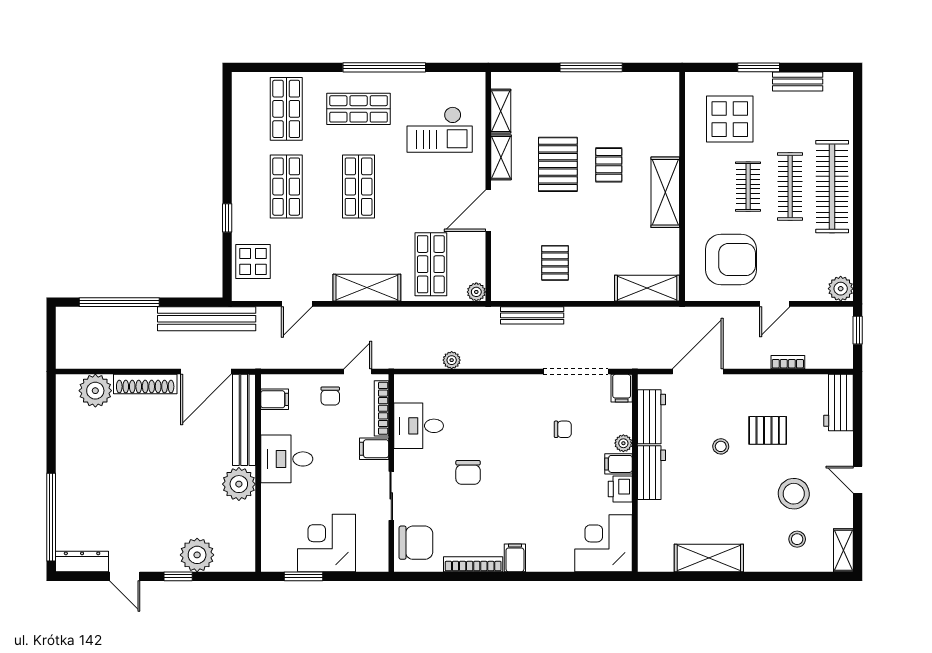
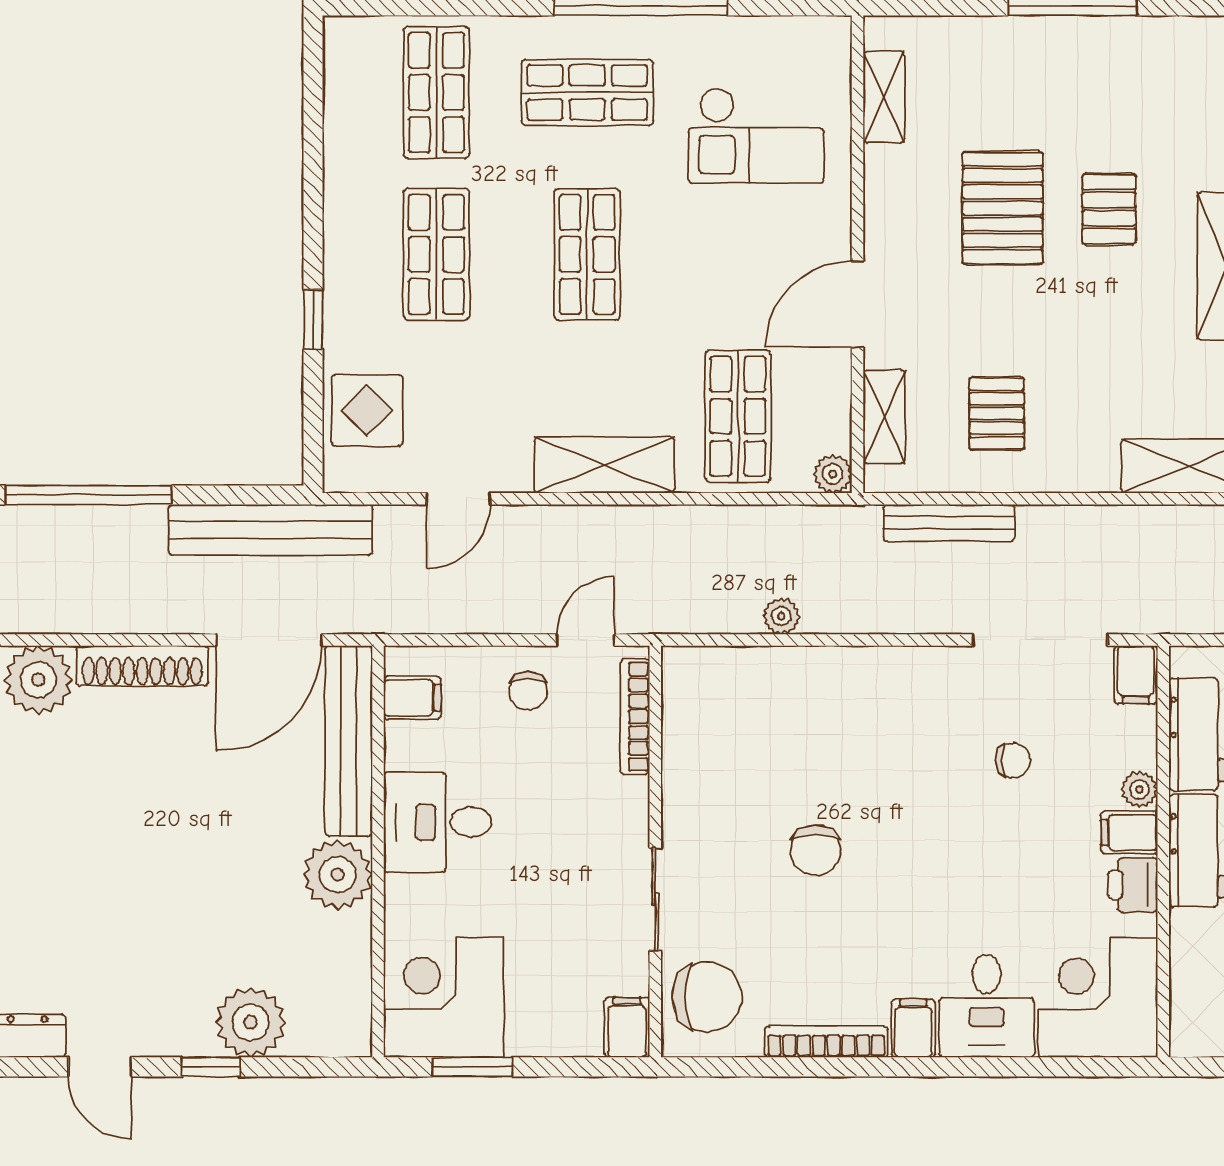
shelving: (501, 157) -> (884, 417), moved
desk: (419, 426) -> (987, 1006), moved, turned -90
filing cabinet: (374, 449) -> (627, 1027), moved, turned 90
corner desk: (327, 543) -> (444, 997), moved

